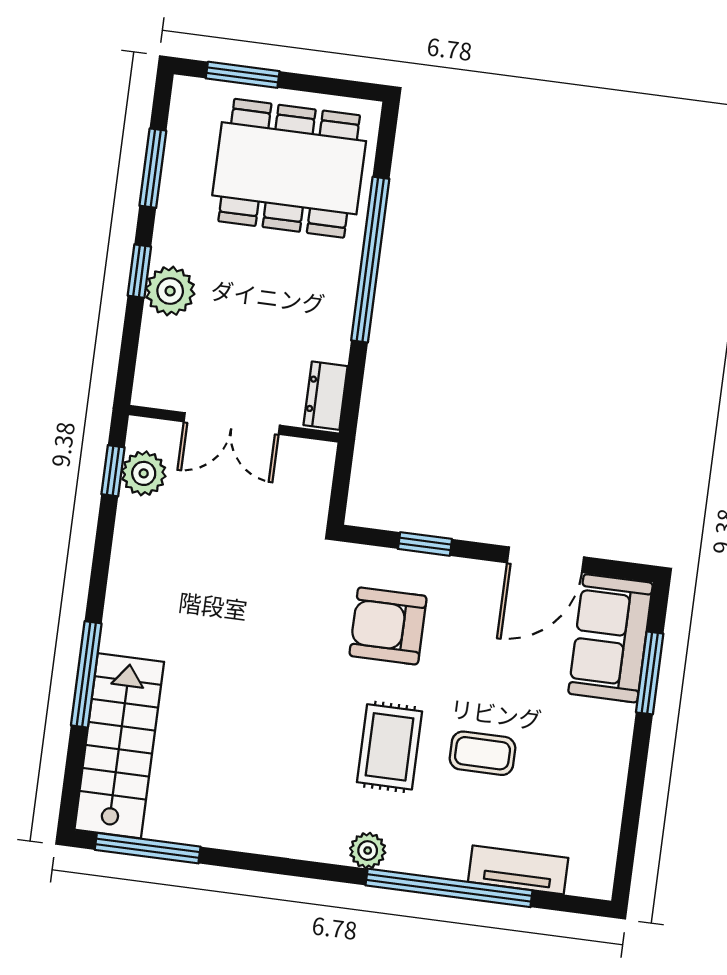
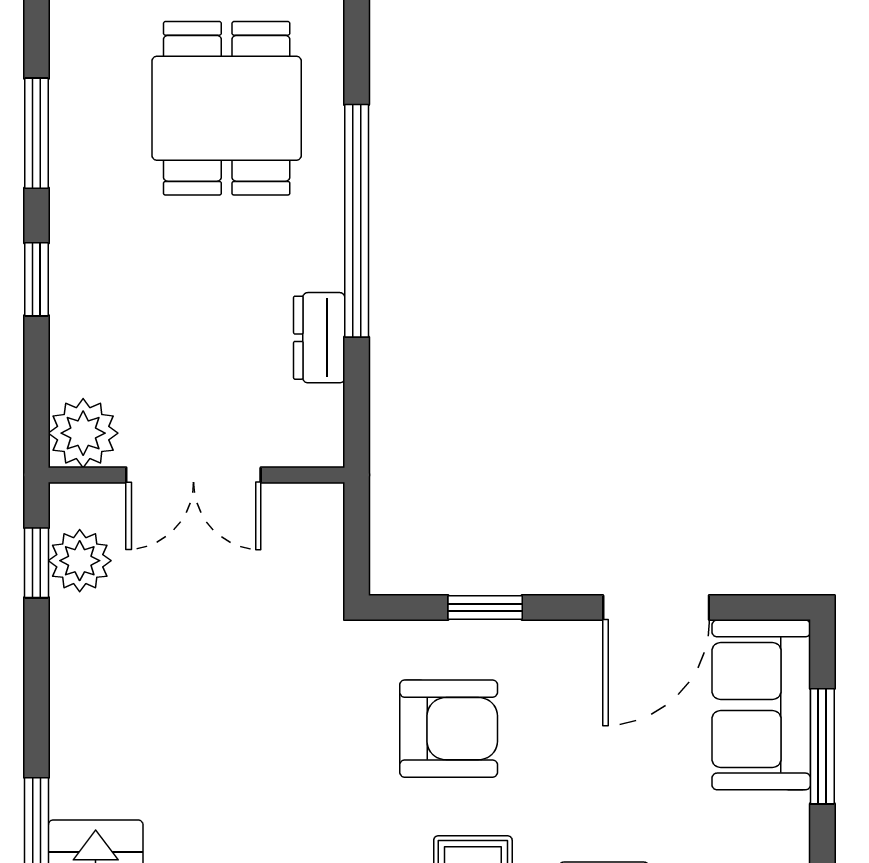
dining table: (289, 168) -> (227, 108), width x0.73
plant: (170, 291) -> (83, 433), moved
dresser: (326, 396) -> (319, 338), moved
armchair: (388, 626) -> (449, 729), turned 180

